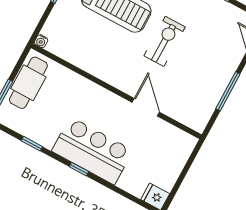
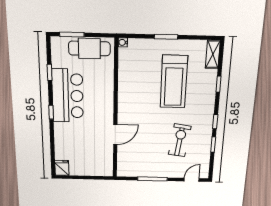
exercise bike: (165, 41) -> (180, 140), moved, turned -82
bar counter: (92, 151) -> (68, 96), moved

